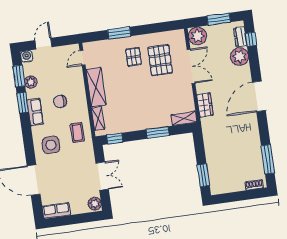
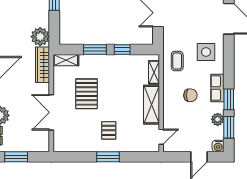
window: (119, 33) -> (108, 157), moved
plant: (198, 36) -> (40, 37), moved
pallet: (160, 60) -> (86, 94), moved
wardrobe: (205, 105) -> (43, 65), width x1.50
window: (115, 138) -> (122, 49), moved

